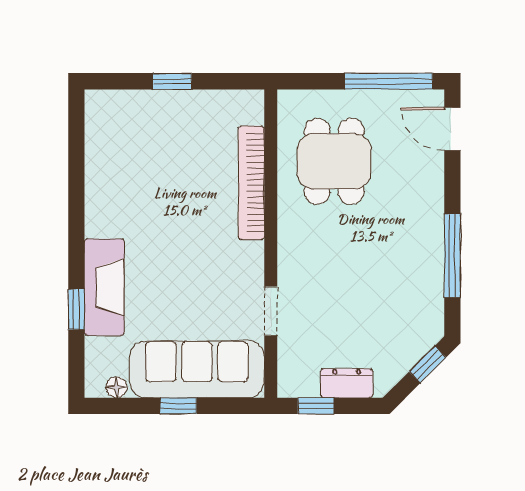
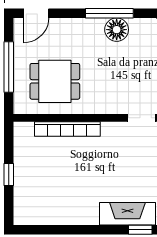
window: (389, 81) -> (9, 67), moved
floor lamp: (424, 268) -> (117, 30), added

